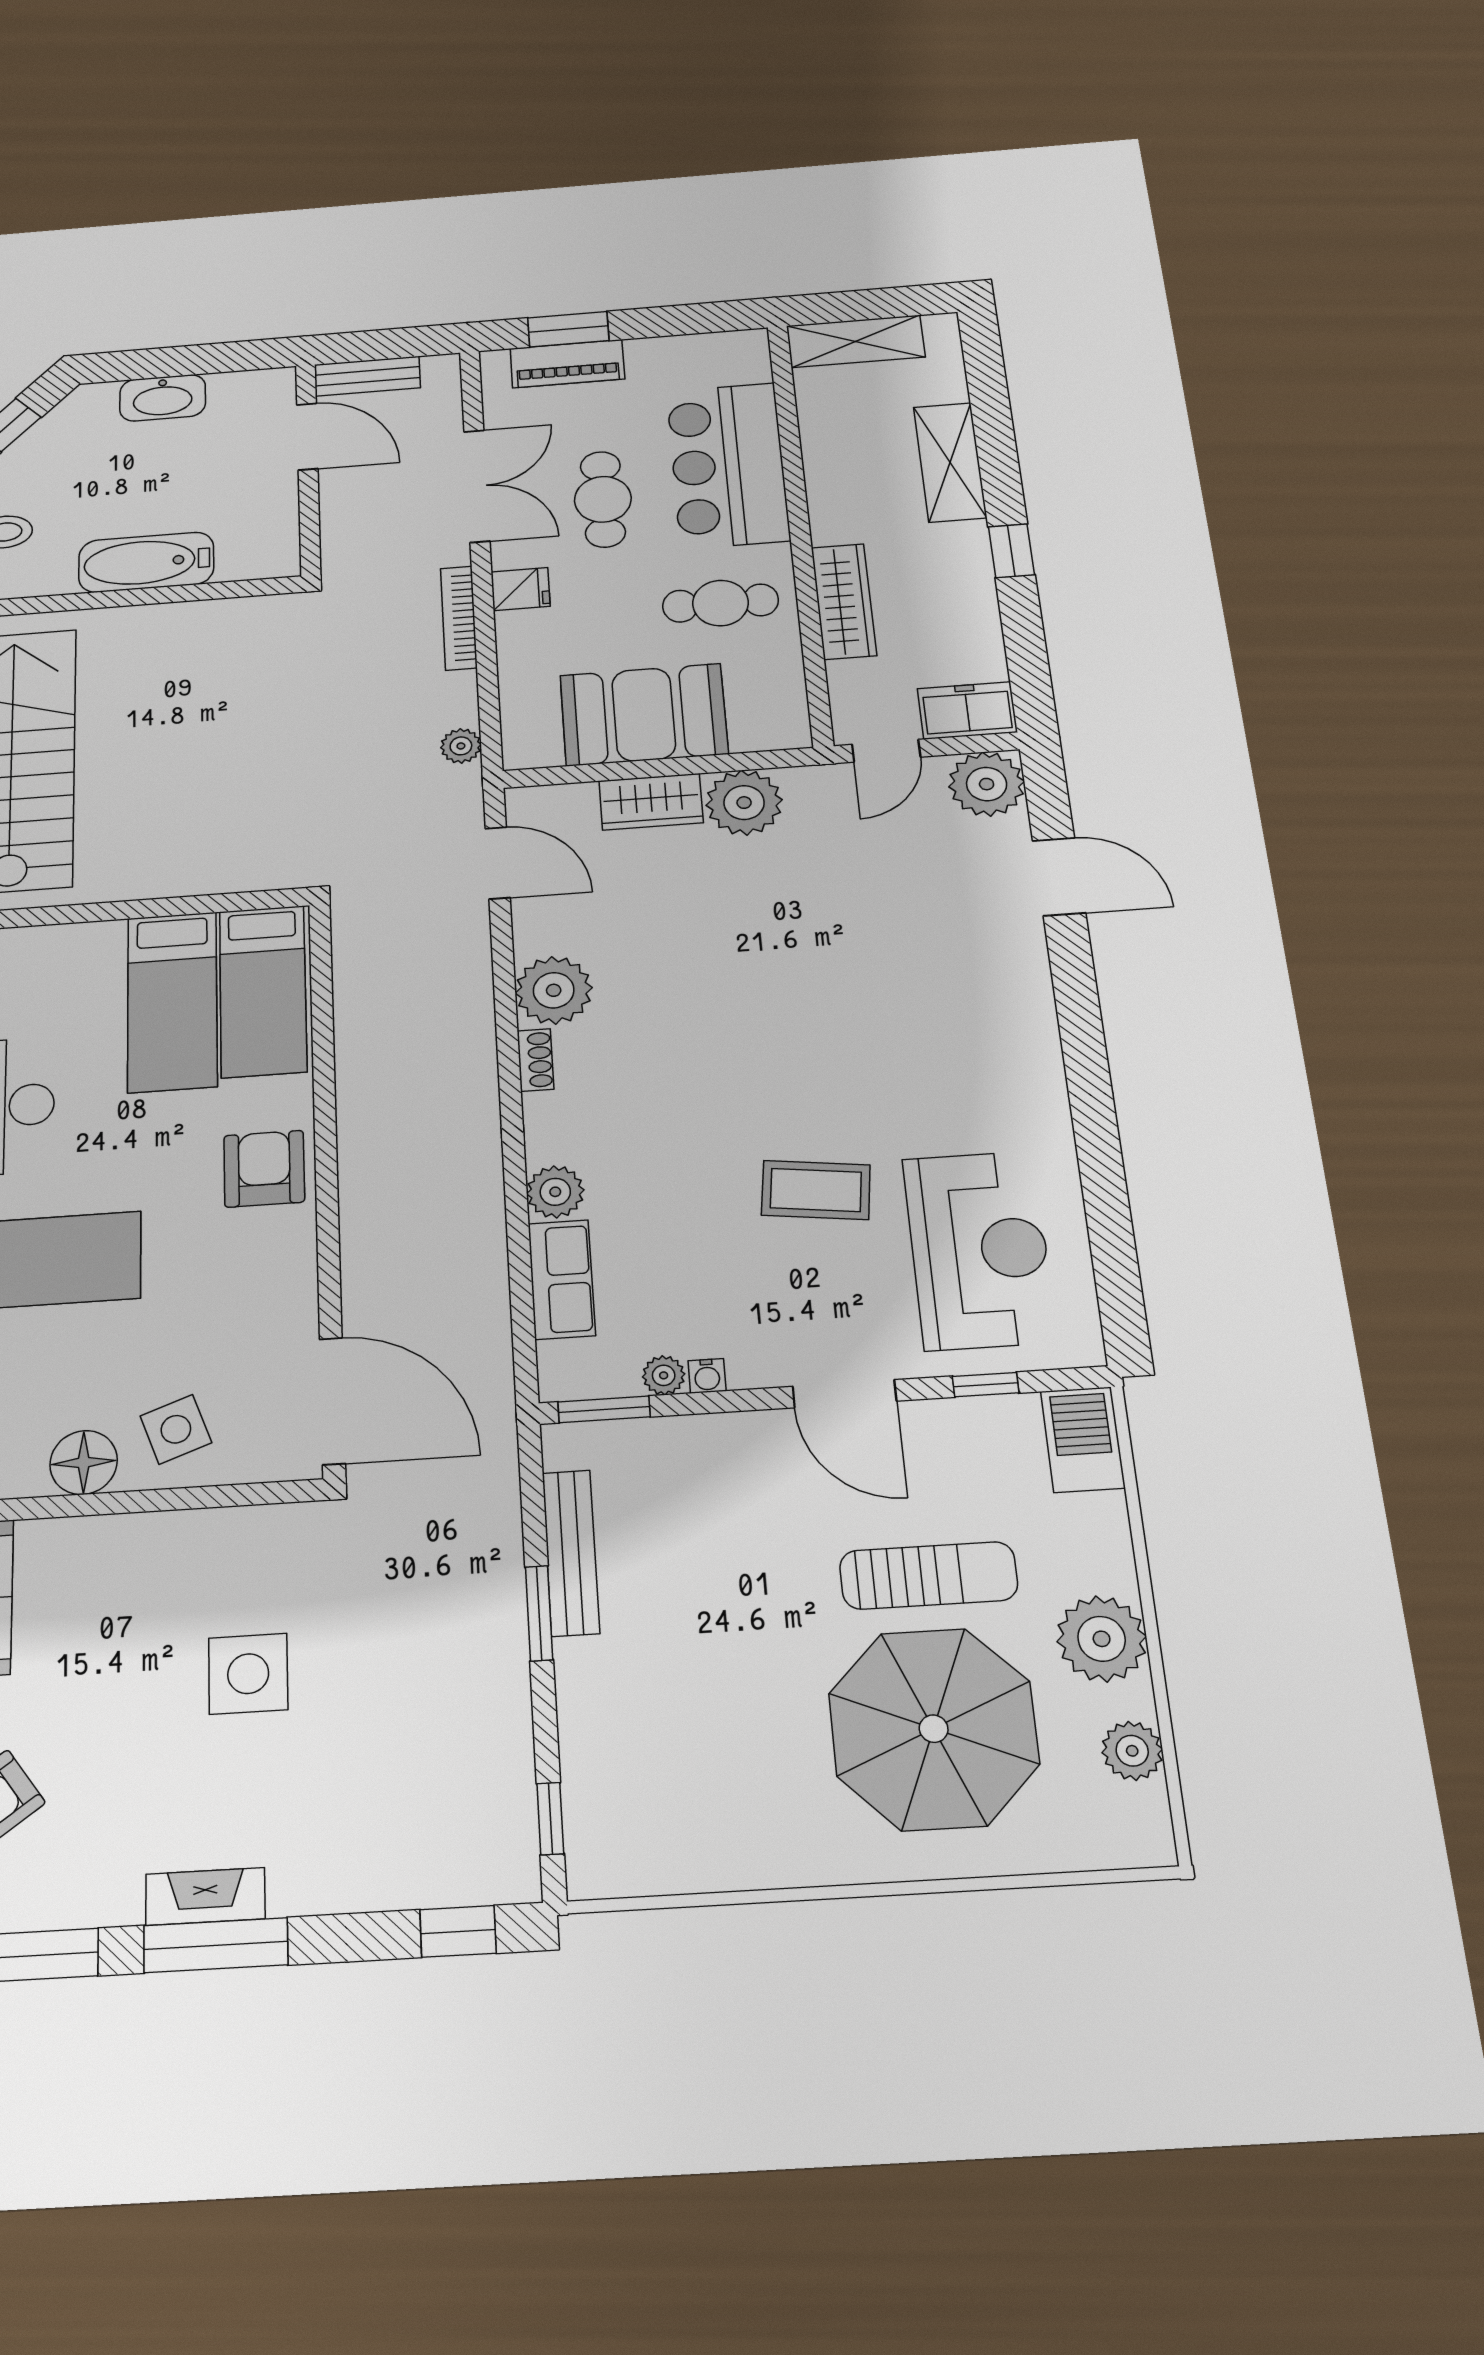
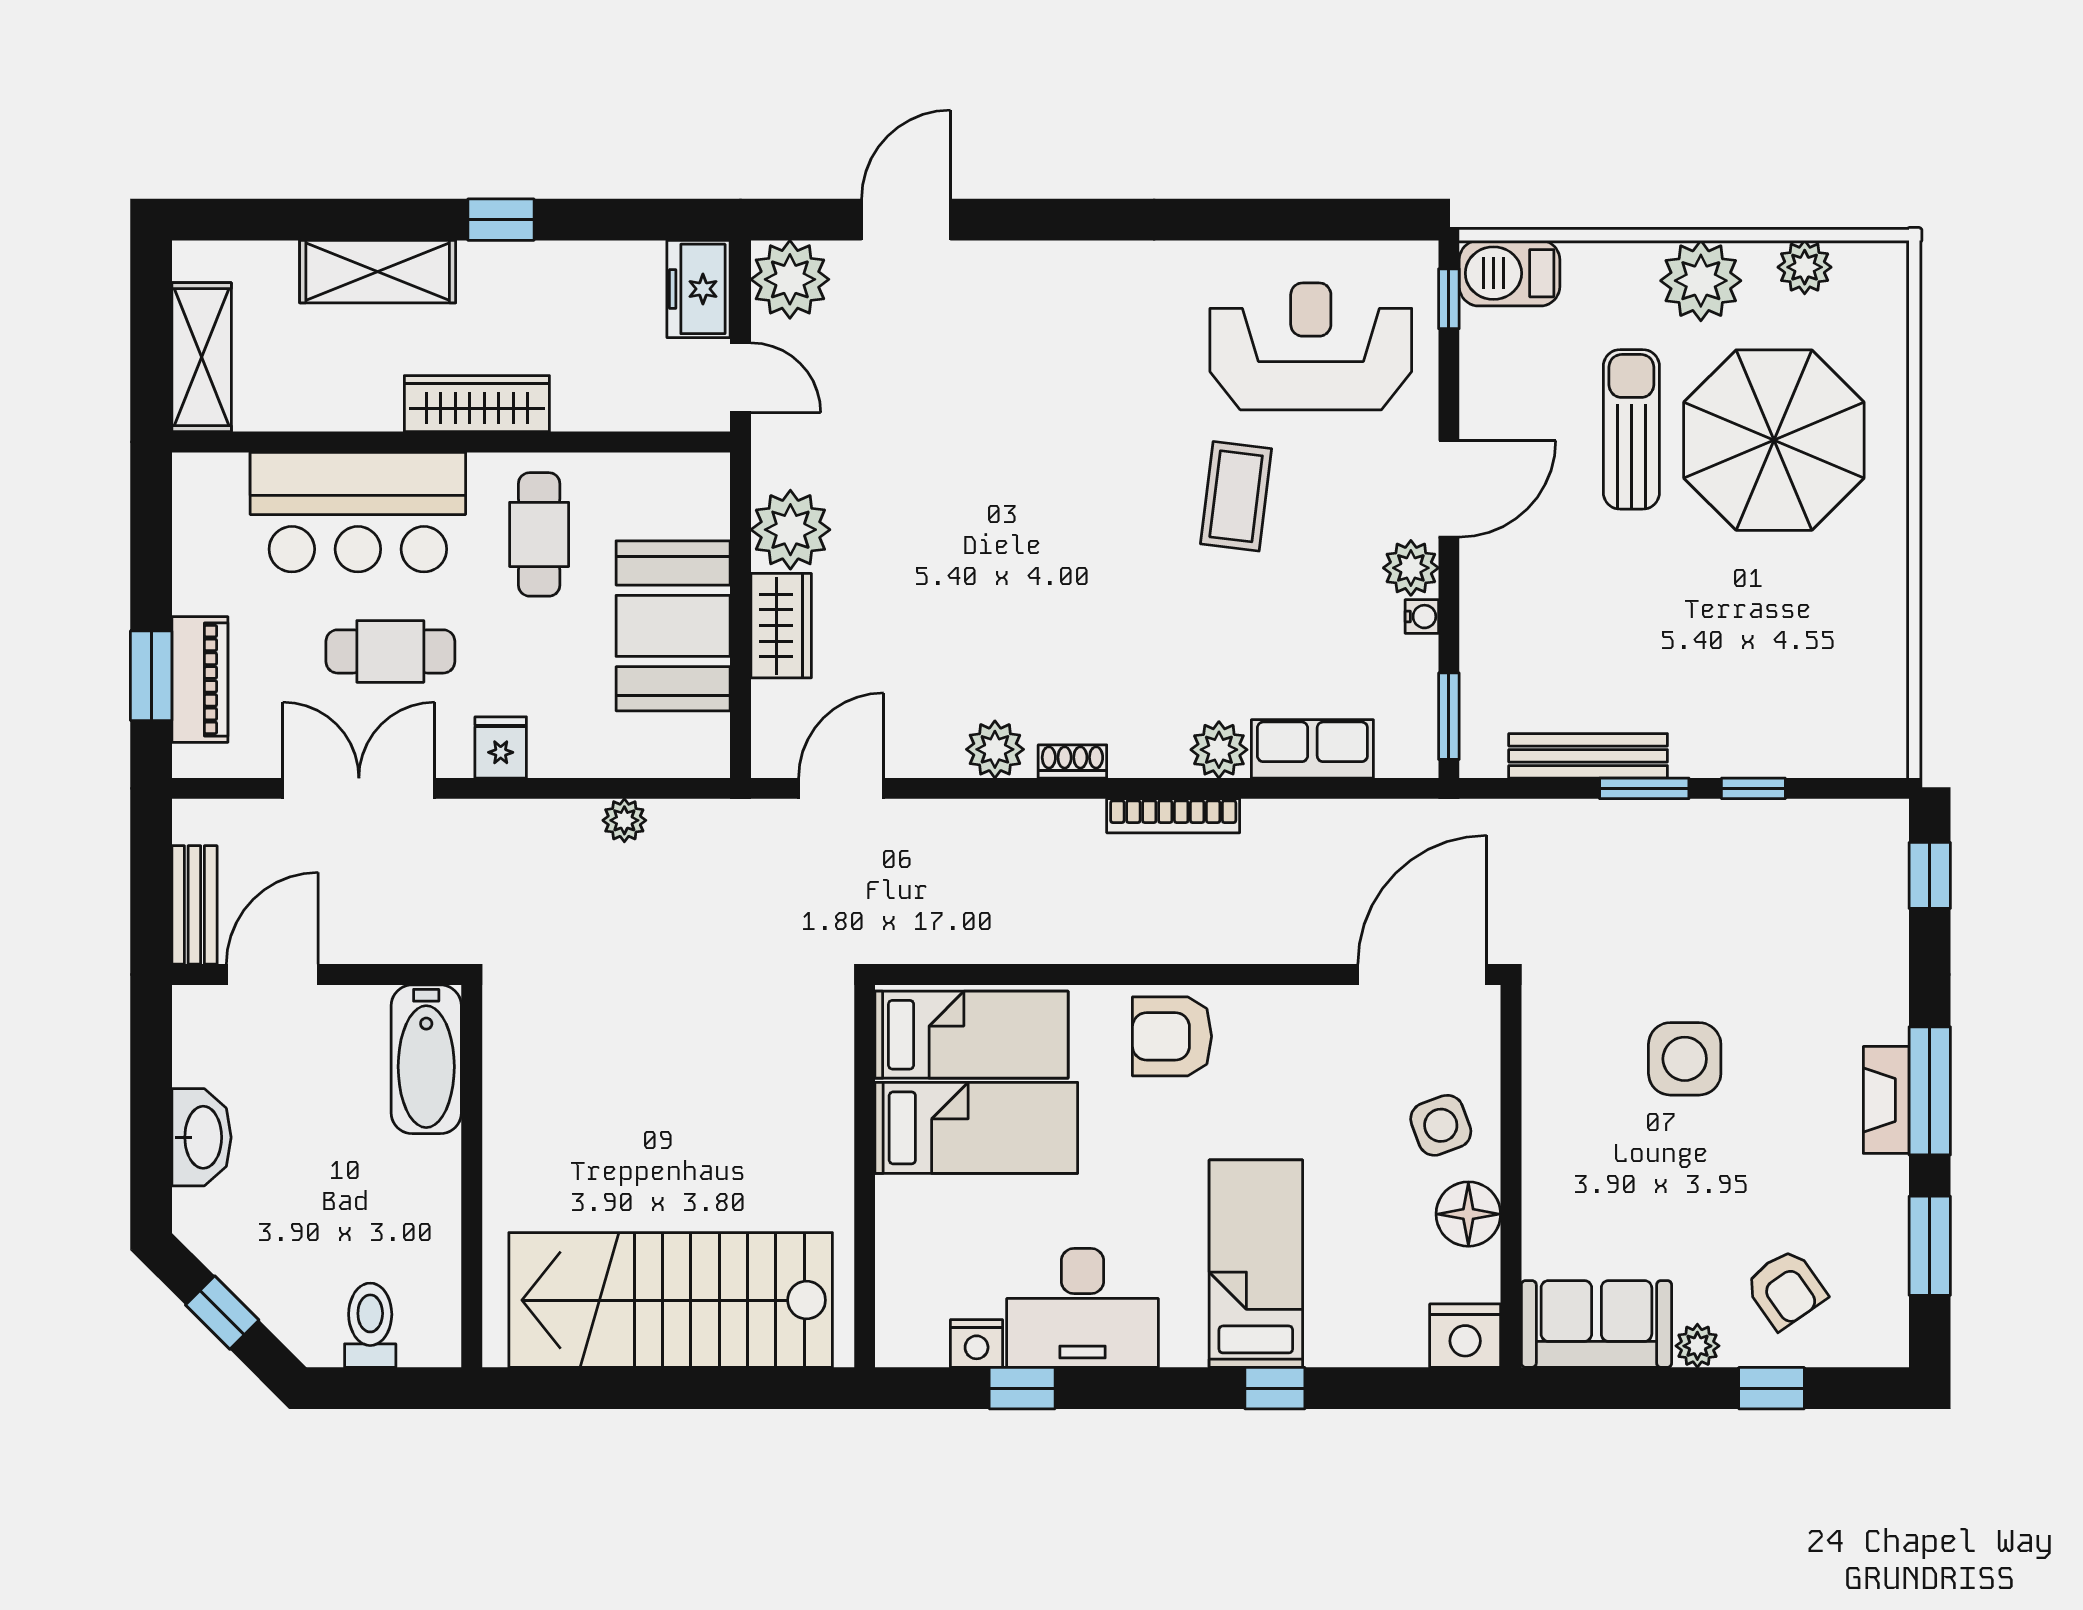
bathtub: (146, 562) -> (426, 1059), moved
wardrobe: (844, 601) -> (477, 404), moved
bookcase: (459, 618) -> (1173, 816), moved
plant: (461, 746) -> (624, 820), moved
plant: (554, 990) -> (995, 749), width x0.73, depth x0.73
plant: (664, 1375) -> (1411, 568), moved, width x1.38, depth x1.38
window: (986, 1385) -> (1449, 299), moved
window: (550, 1819) -> (1753, 788), moved

